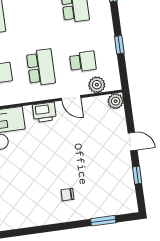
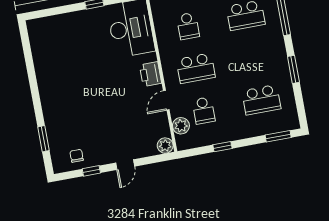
chair: (67, 195) -> (77, 156), moved

